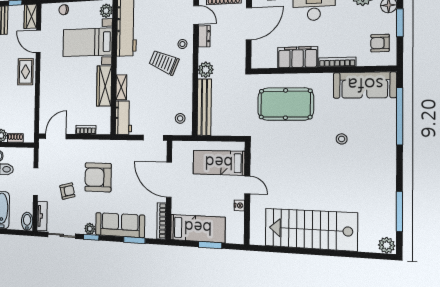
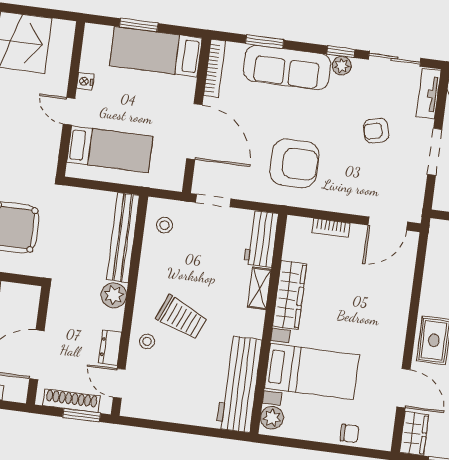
armchair: (98, 177) -> (294, 163), moved

